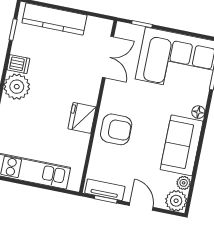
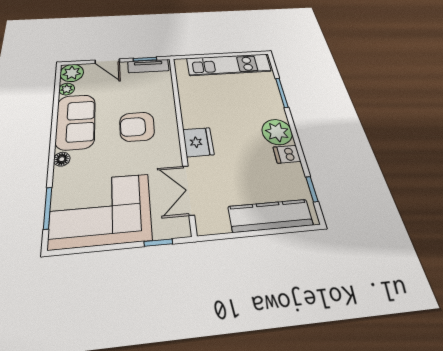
fridge: (82, 118) -> (198, 142), moved
armchair: (116, 129) -> (137, 127), moved

